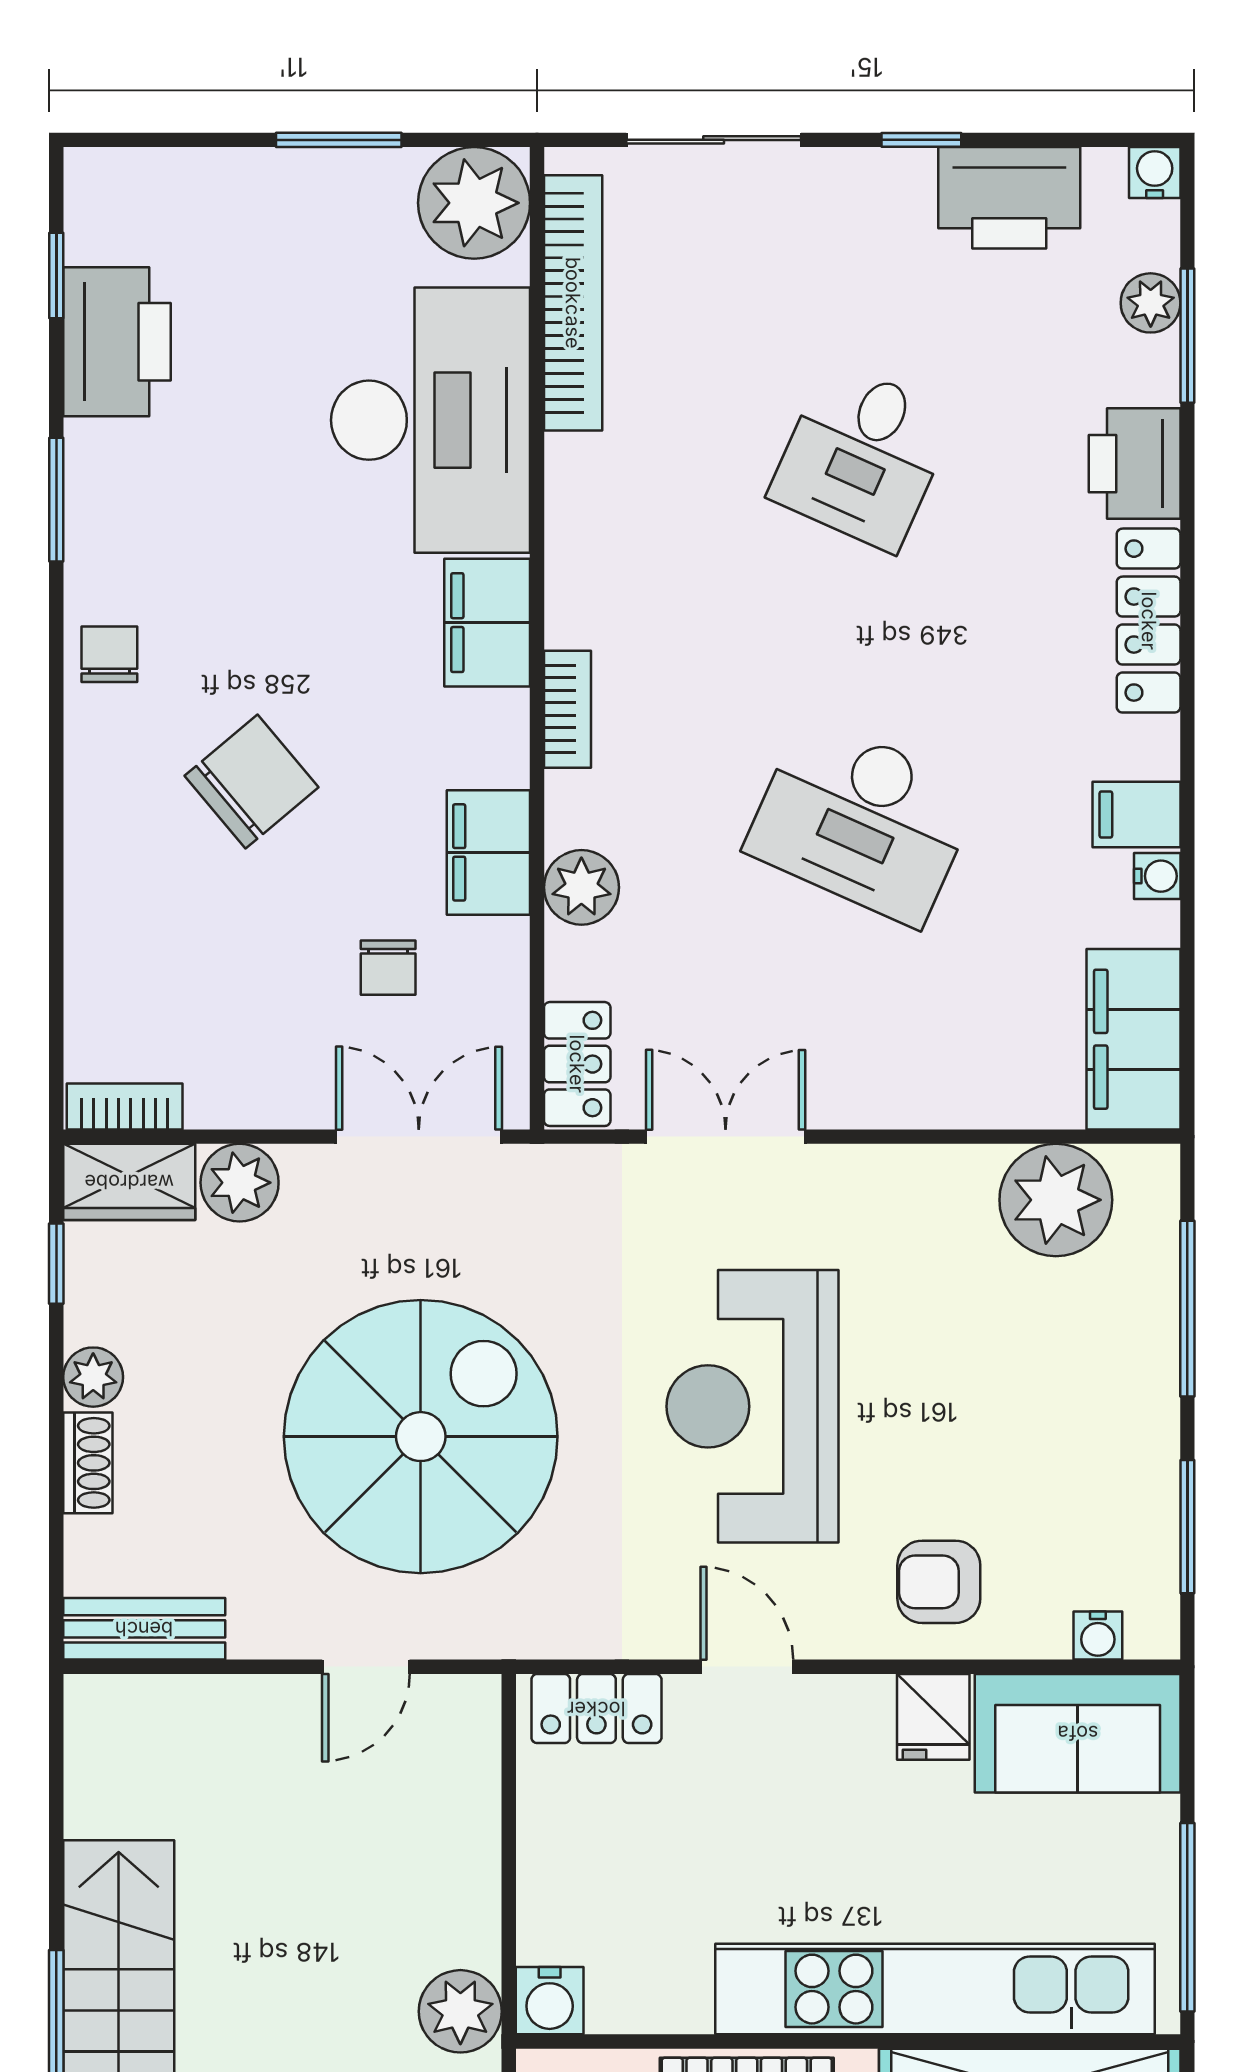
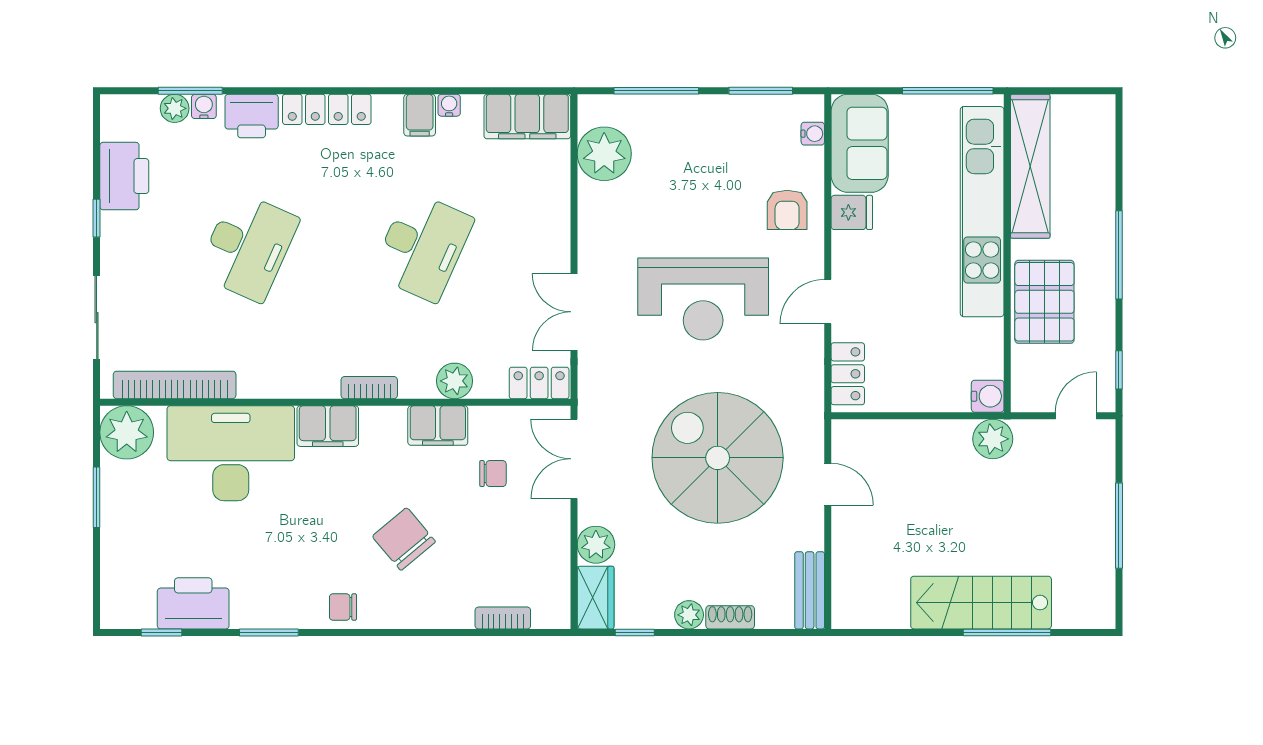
water cooler: (1155, 173) -> (204, 106), moved, turned 90
desk: (862, 456) -> (248, 246), width x1.37
bookcase: (125, 1106) -> (503, 618), moved, turned 90

